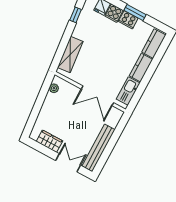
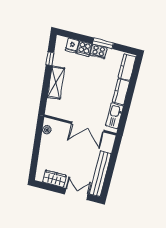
shelving: (70, 54) -> (56, 83), moved

